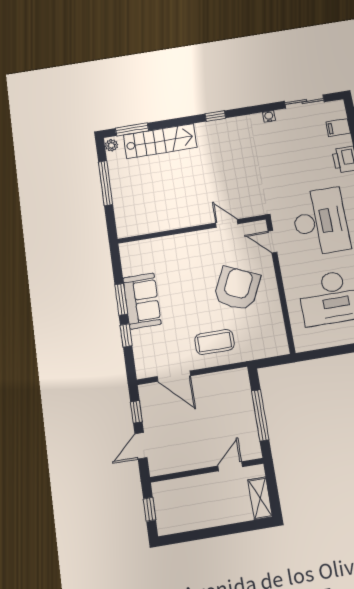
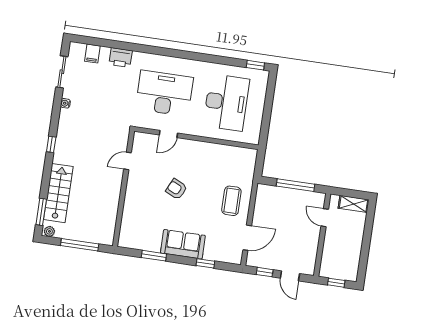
door: (227, 223) -> (128, 161), moved
wall: (192, 229) -> (123, 189), moved
armchair: (237, 288) -> (176, 189), moved, width x0.53, depth x0.53
window: (121, 299) -> (154, 256), moved

